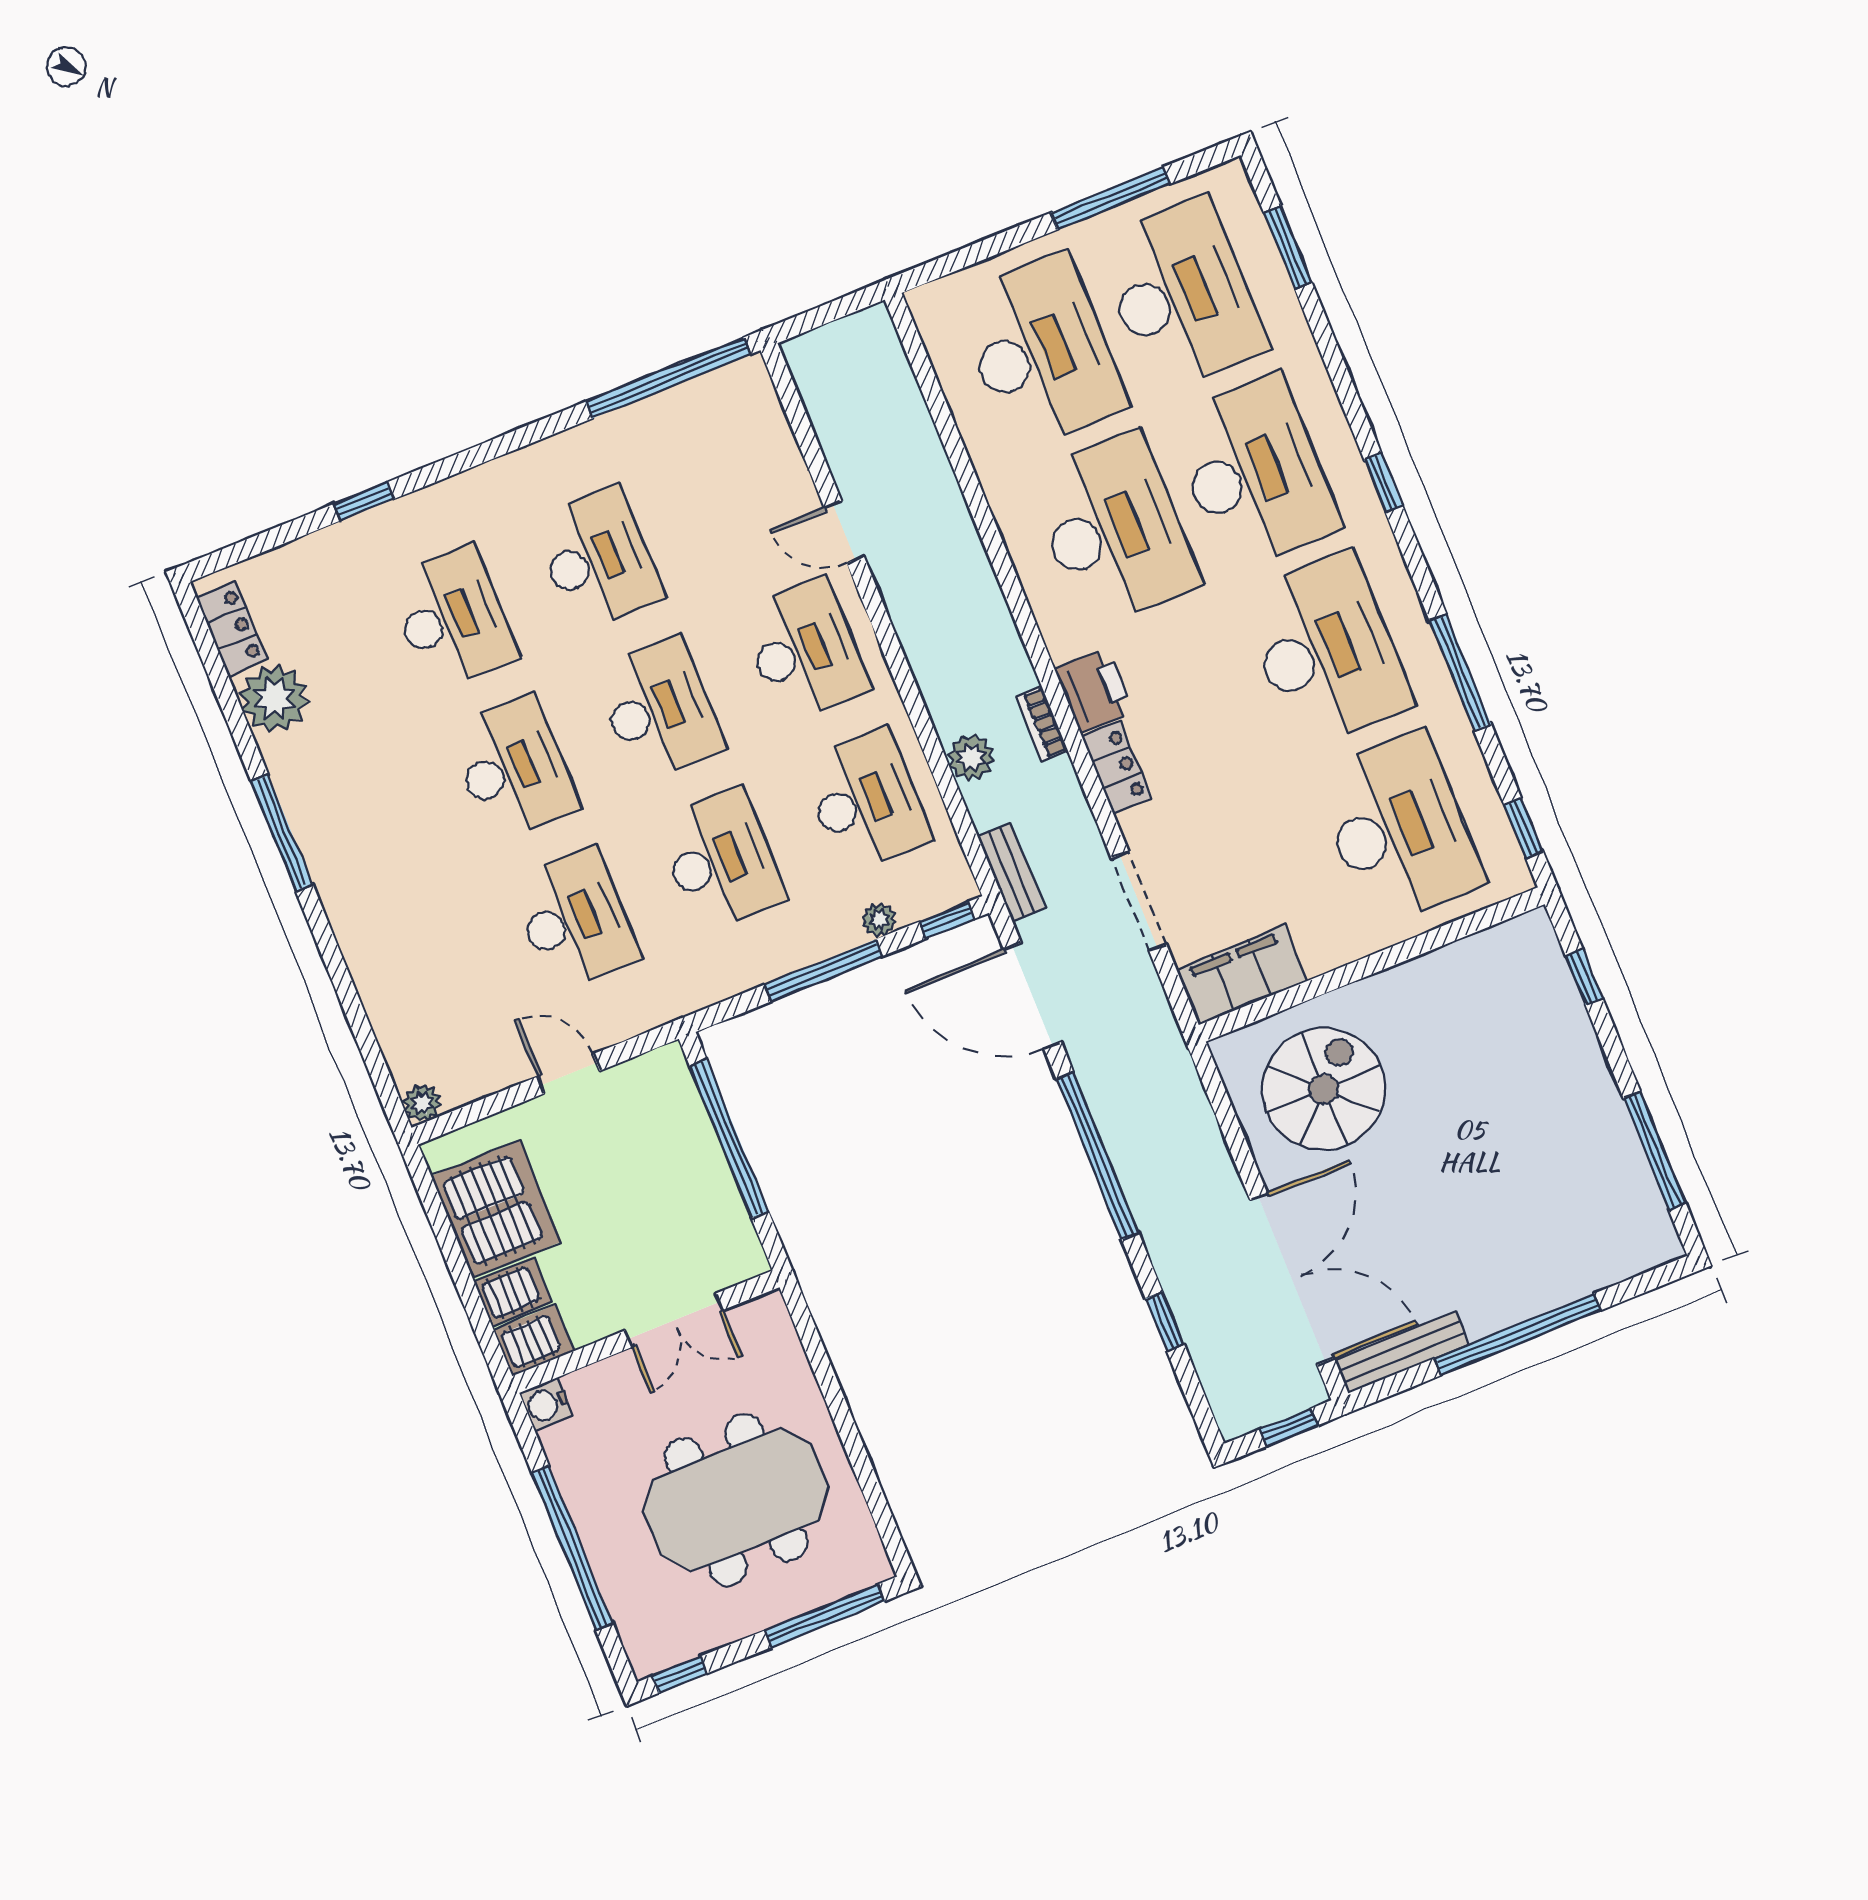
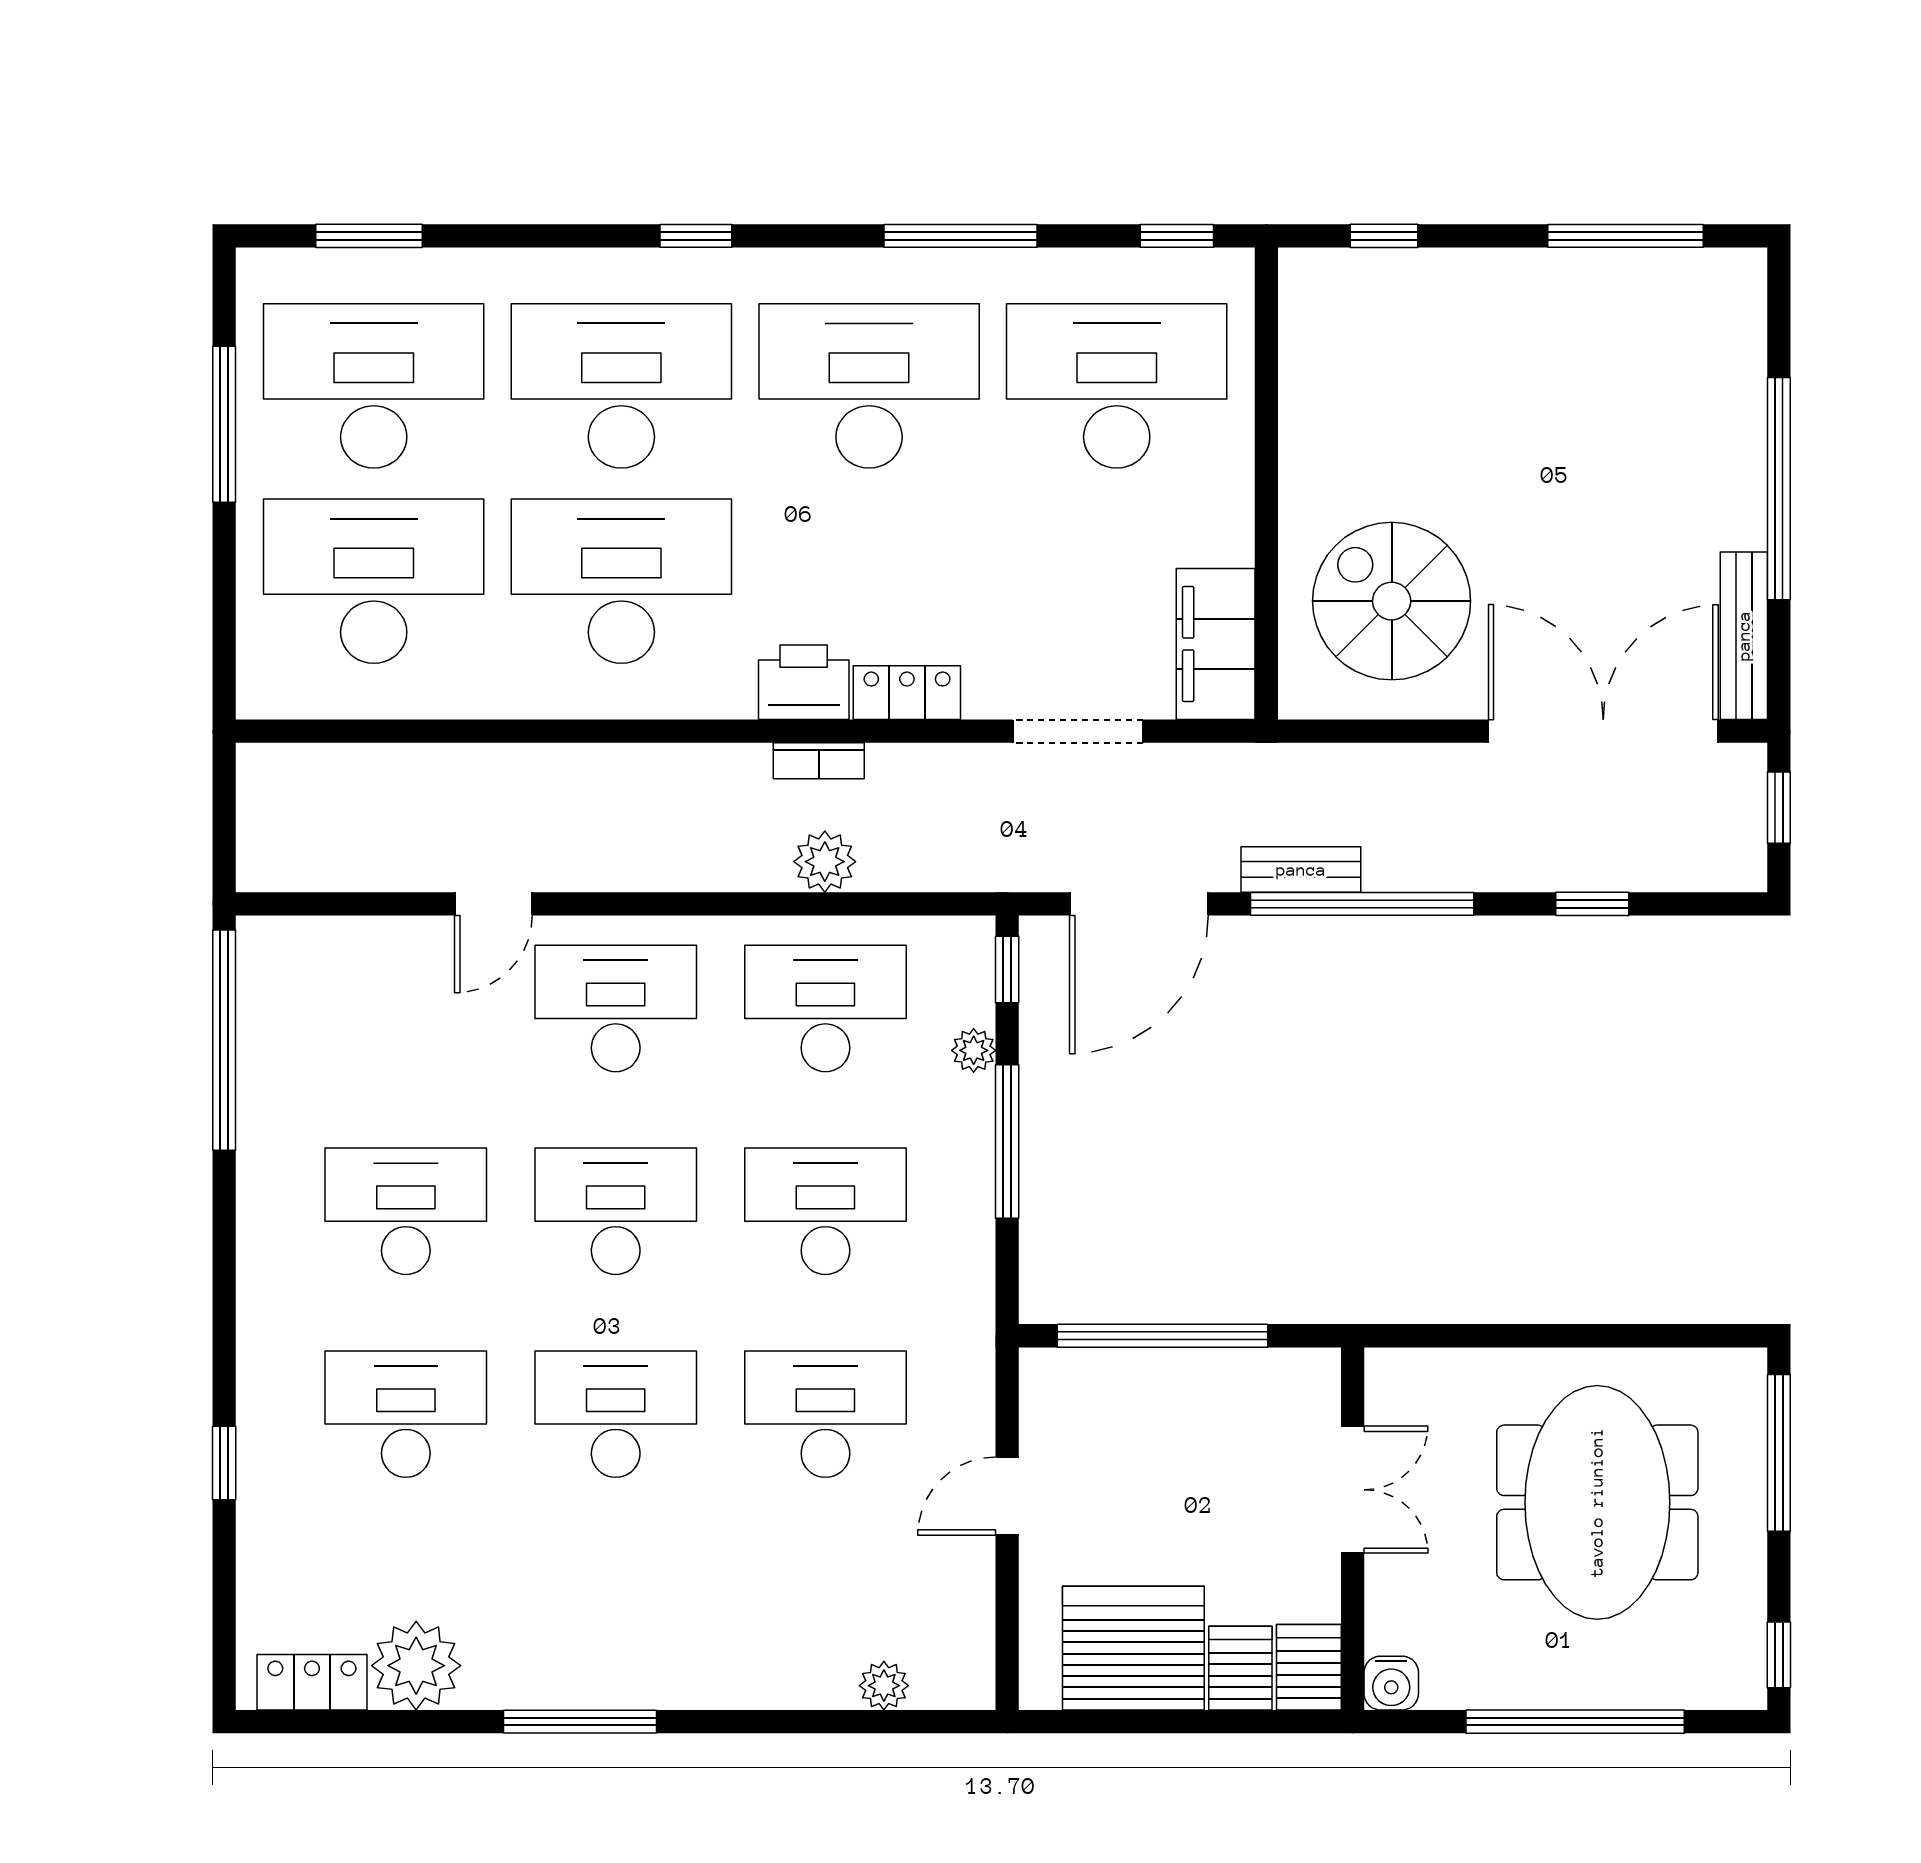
bench: (1011, 872) -> (1301, 870), moved
plant: (422, 1103) -> (884, 1686), moved

